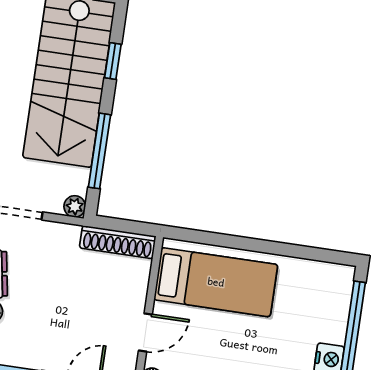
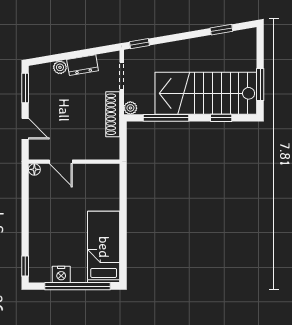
shoe rack: (118, 242) -> (113, 114), moved
bed: (216, 282) -> (104, 247), moved, turned 180

